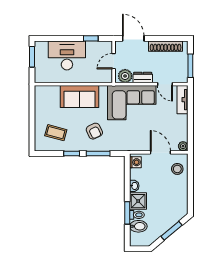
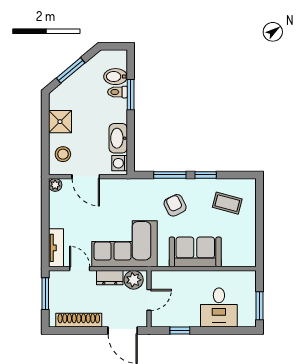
desk: (67, 55) -> (219, 308), width x0.73
washbasin: (134, 186) -> (118, 138), width x1.91, depth x1.45
shower: (138, 201) -> (60, 122), moved

